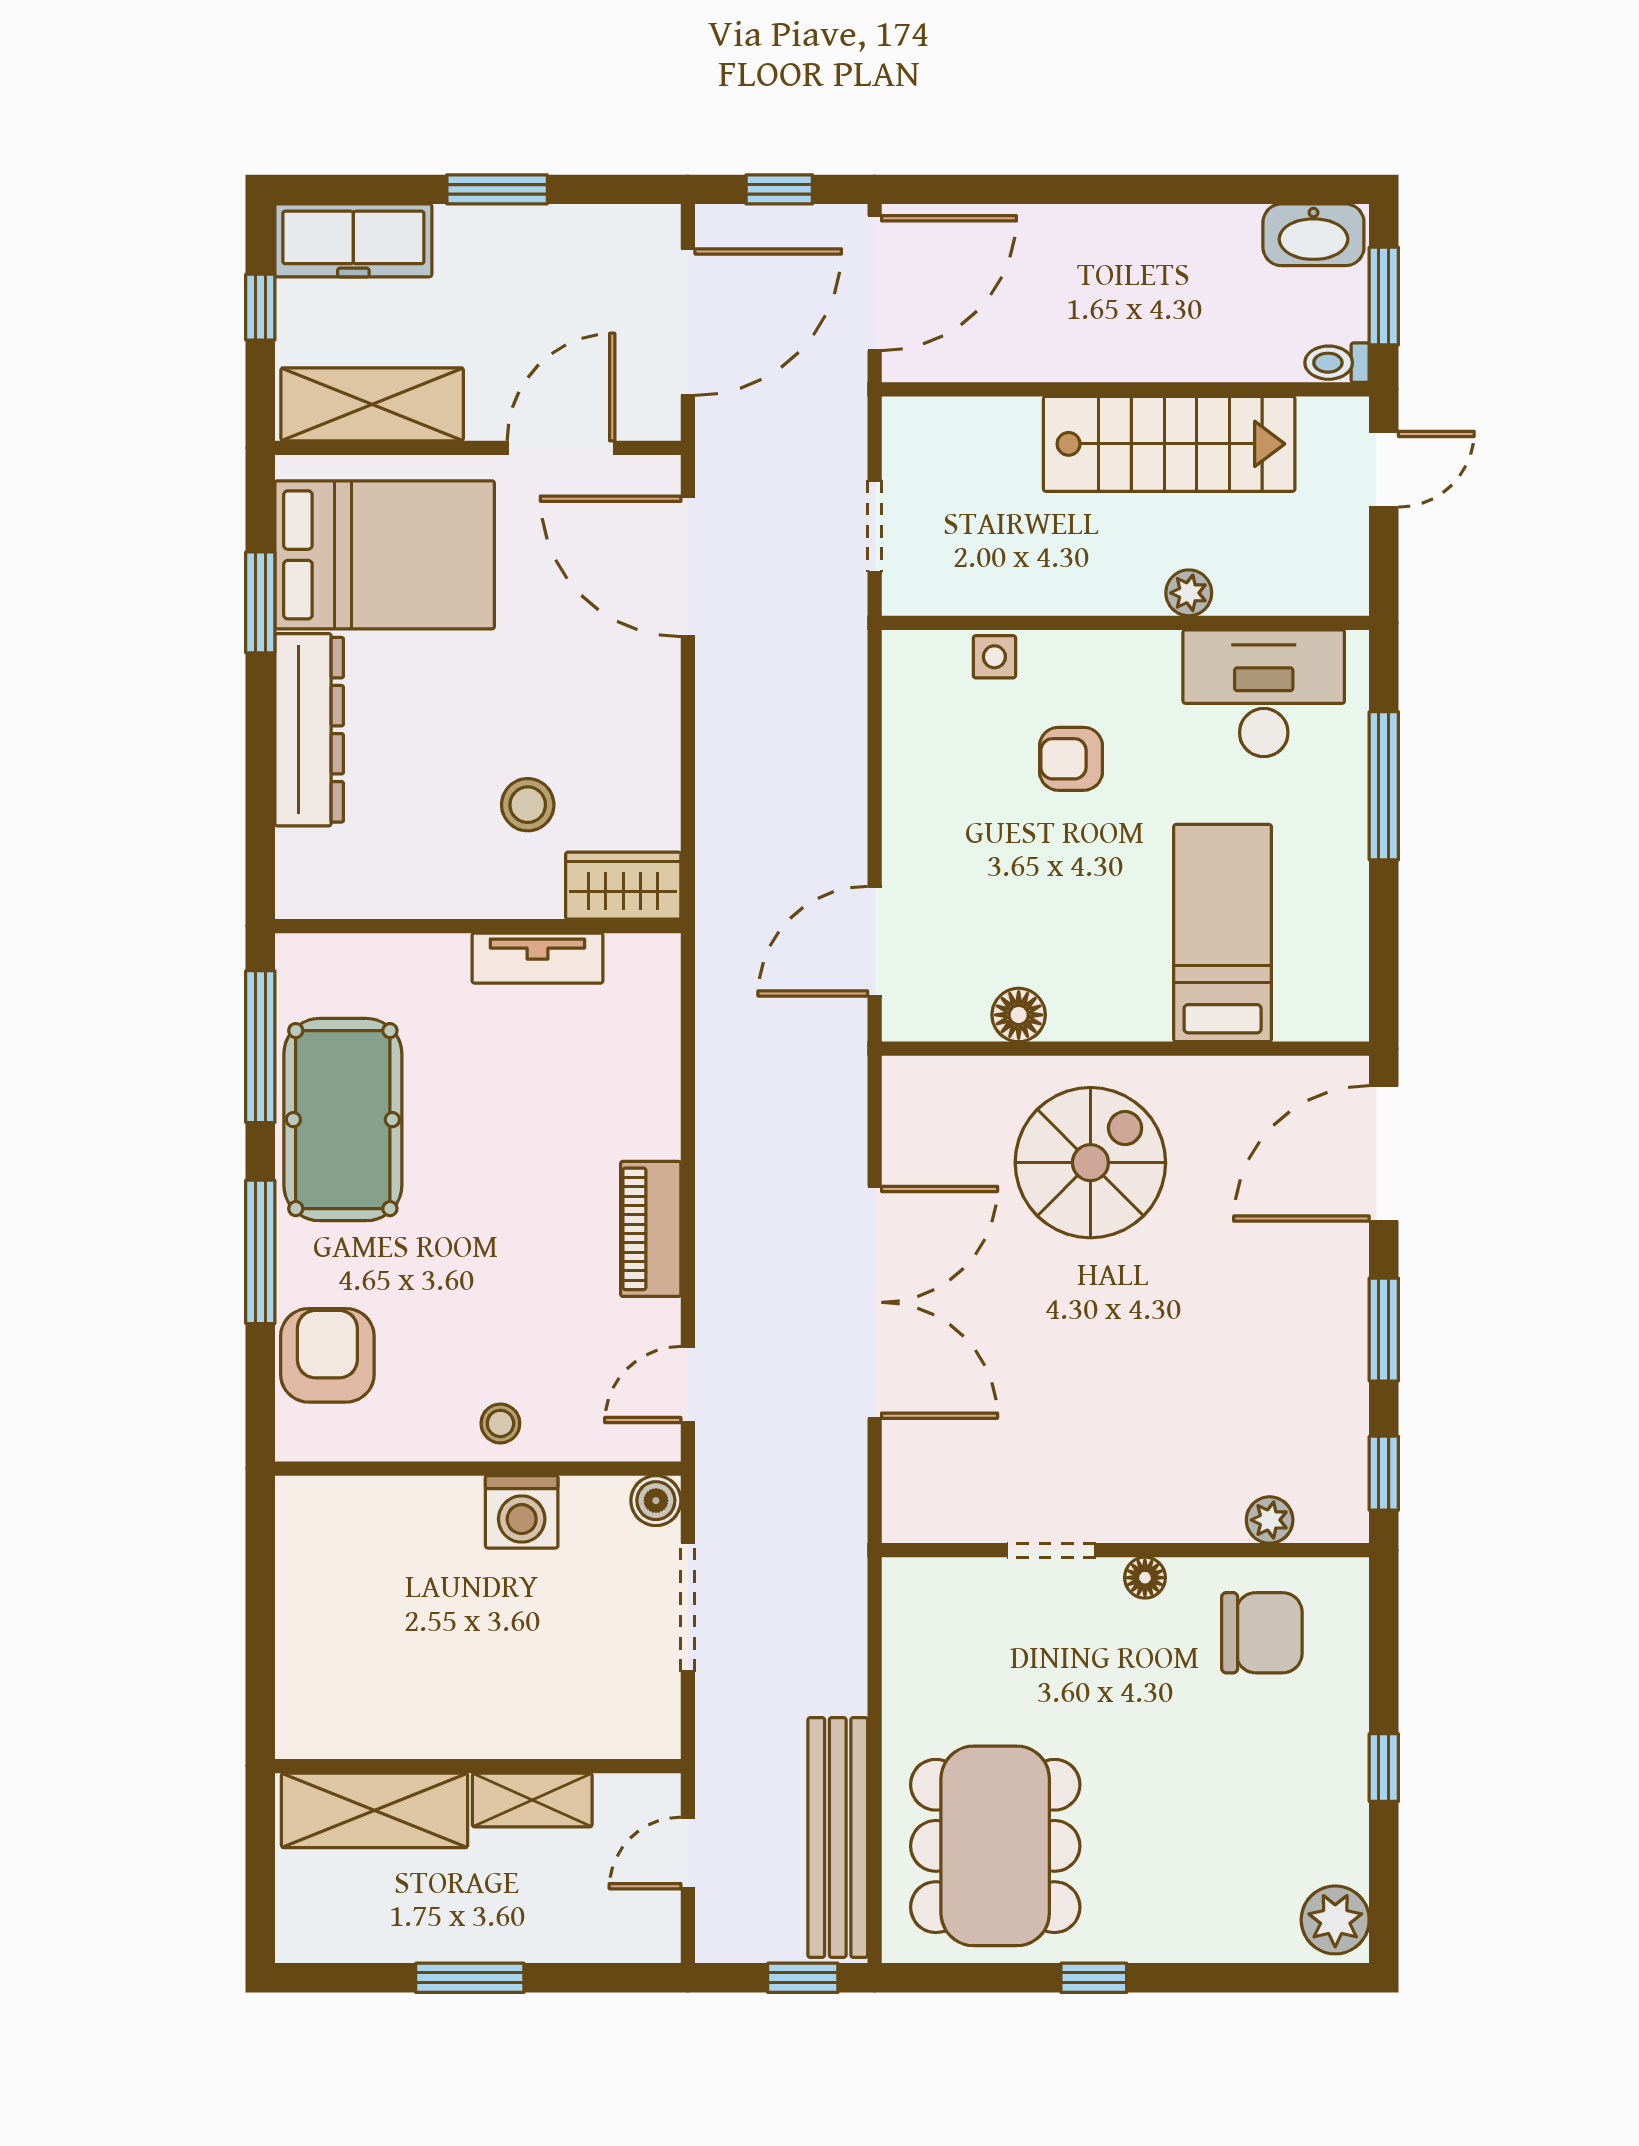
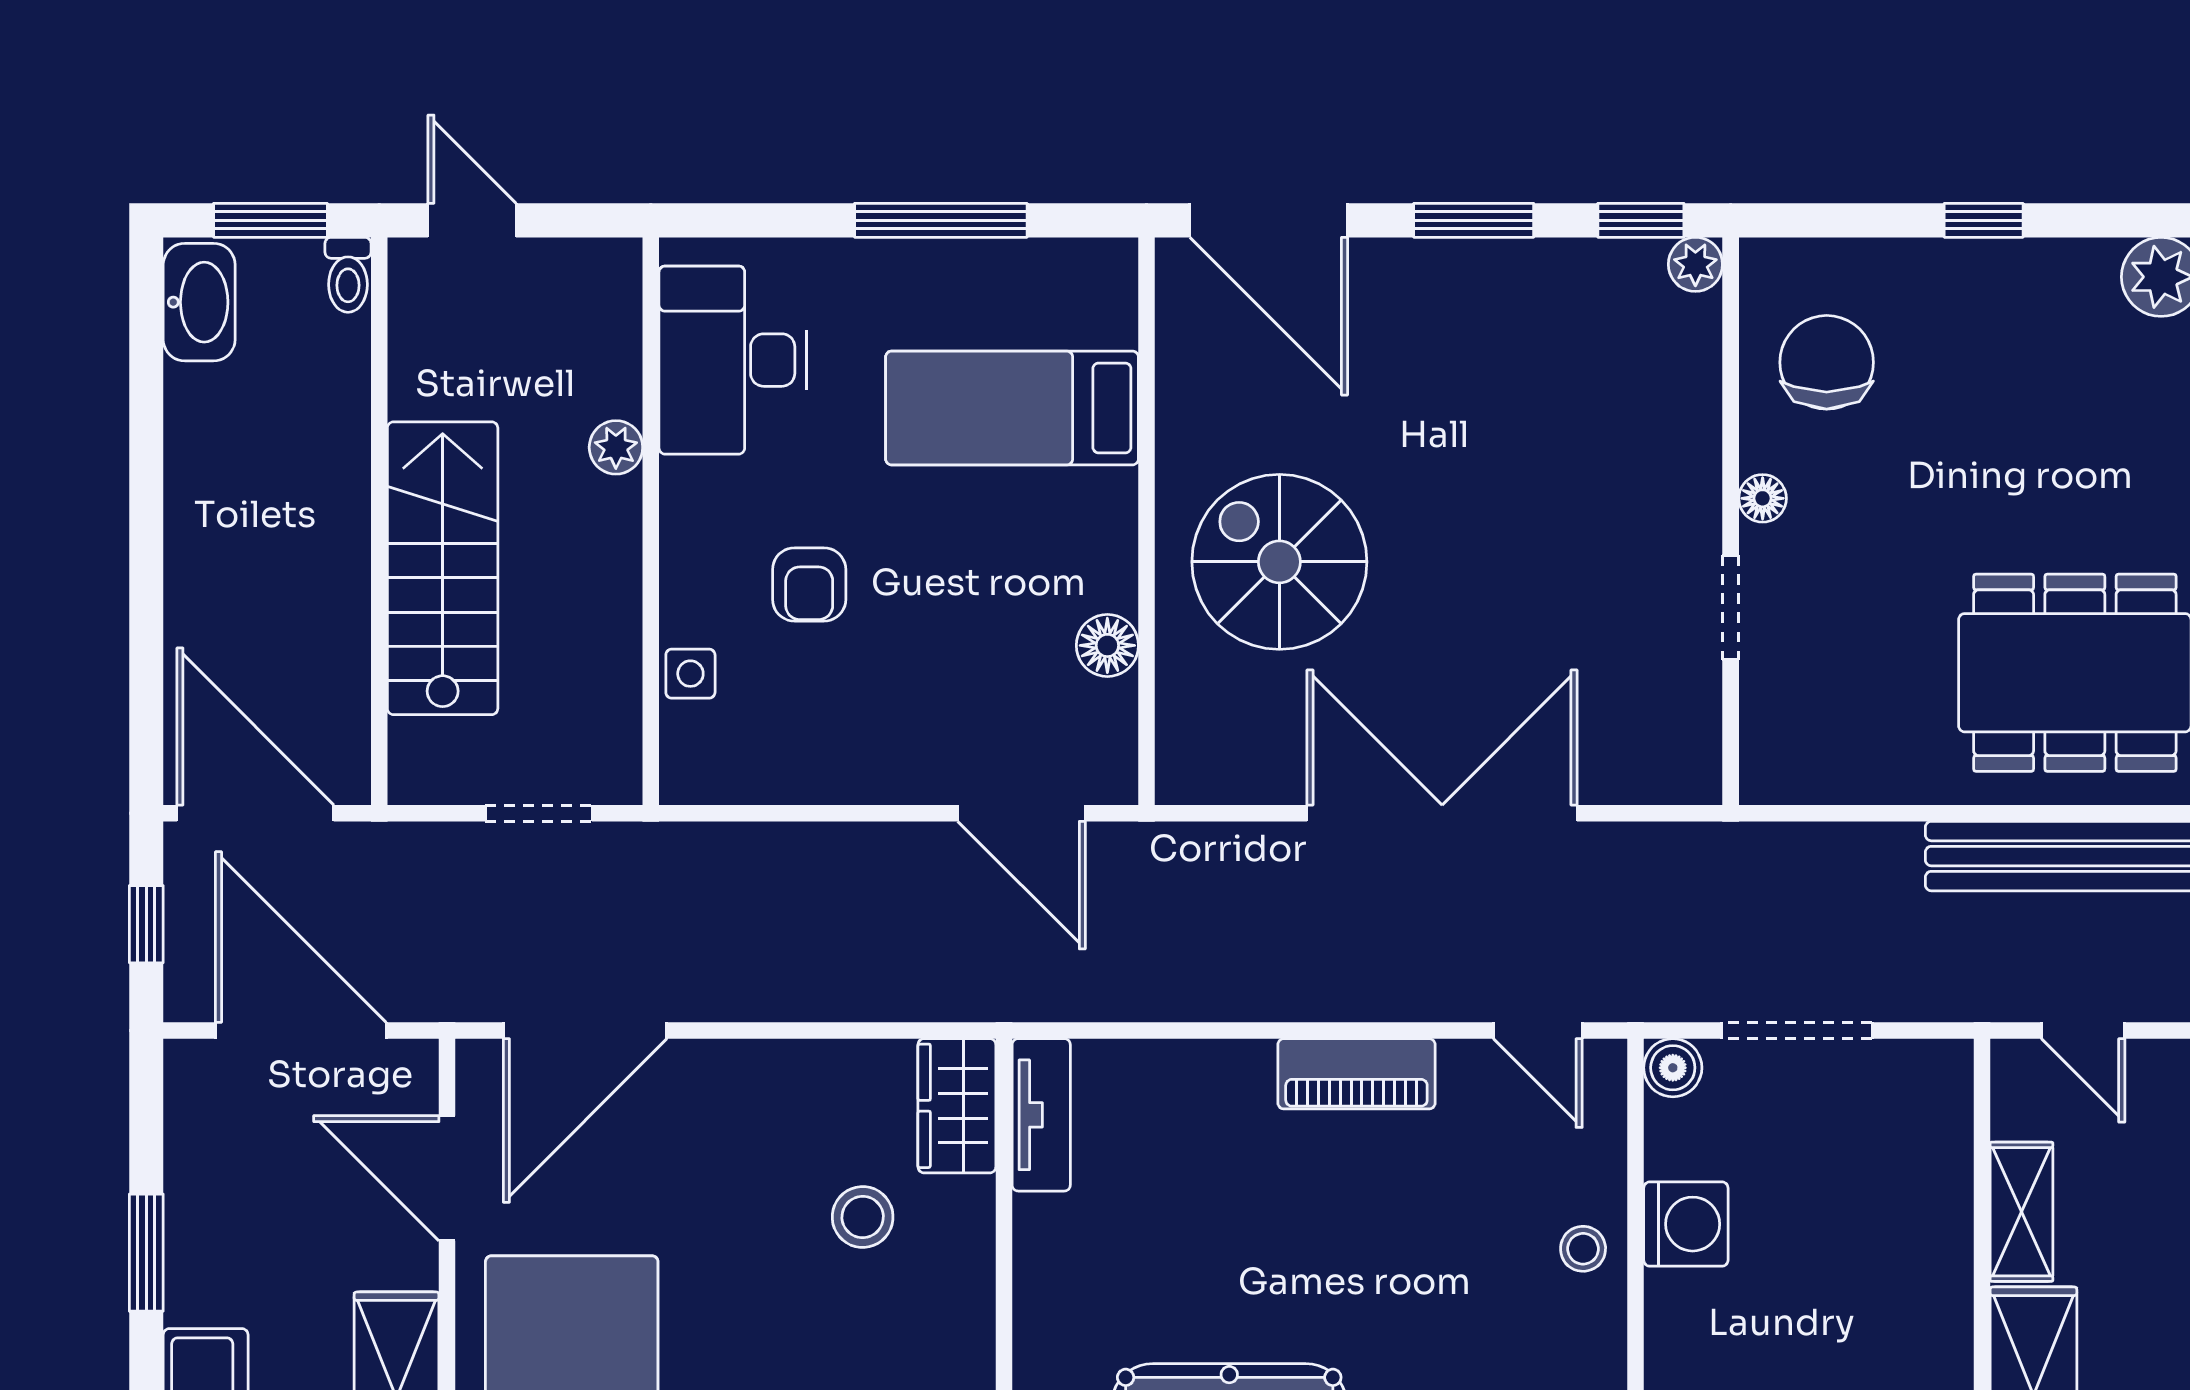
stairs: (1169, 444) -> (443, 568), moved
window: (1384, 786) -> (941, 220), moved
tv unit: (537, 958) -> (1041, 1115), moved
plant: (1270, 1520) -> (1695, 264), moved

